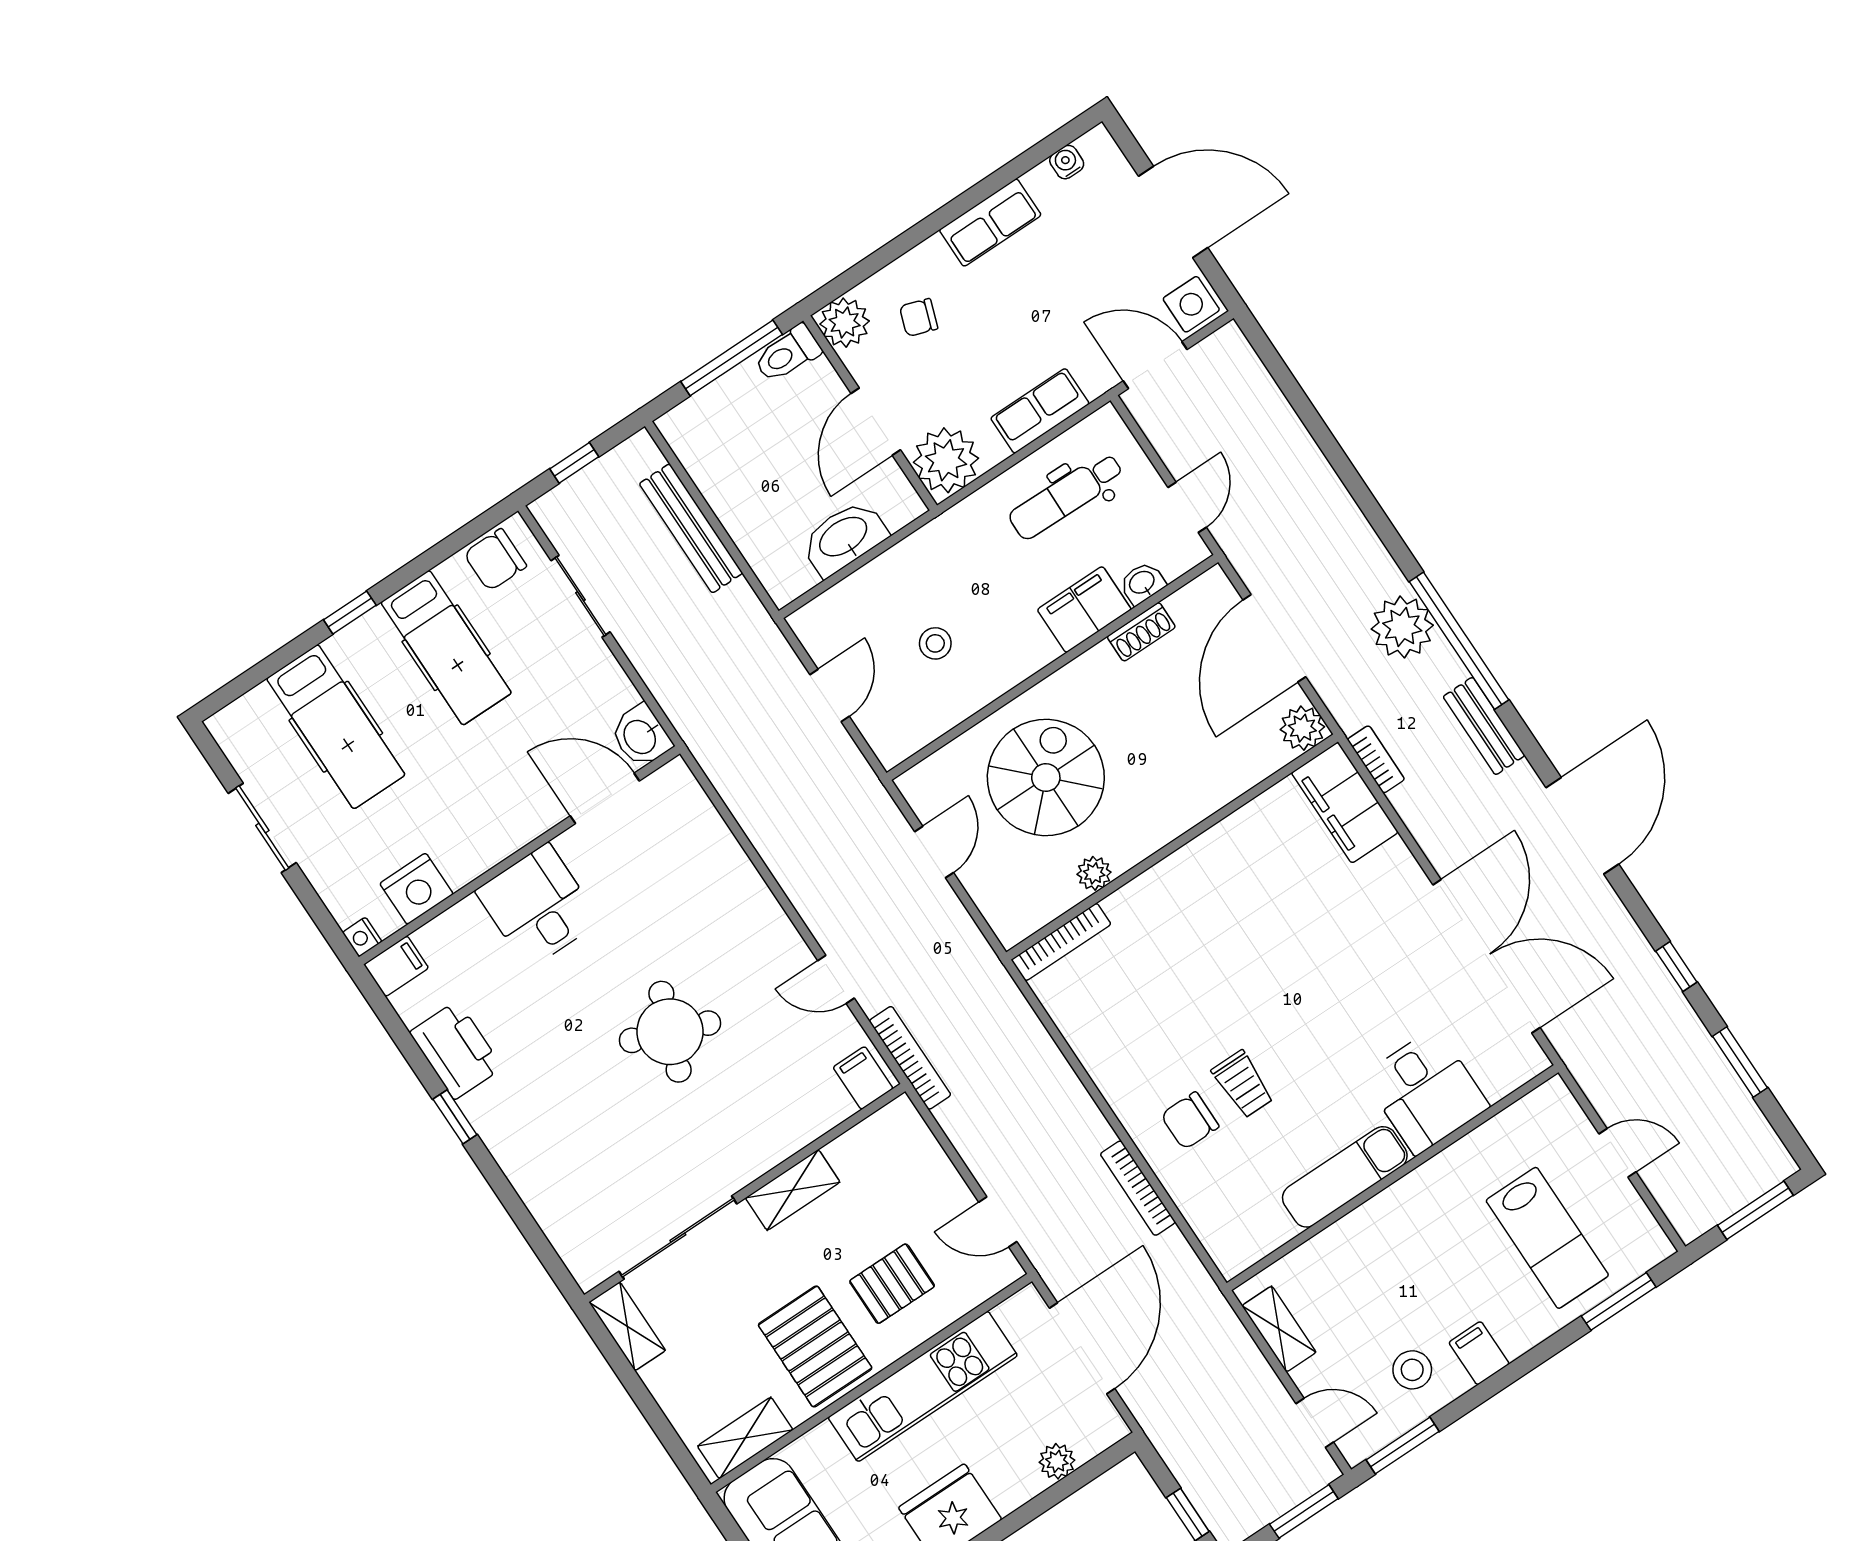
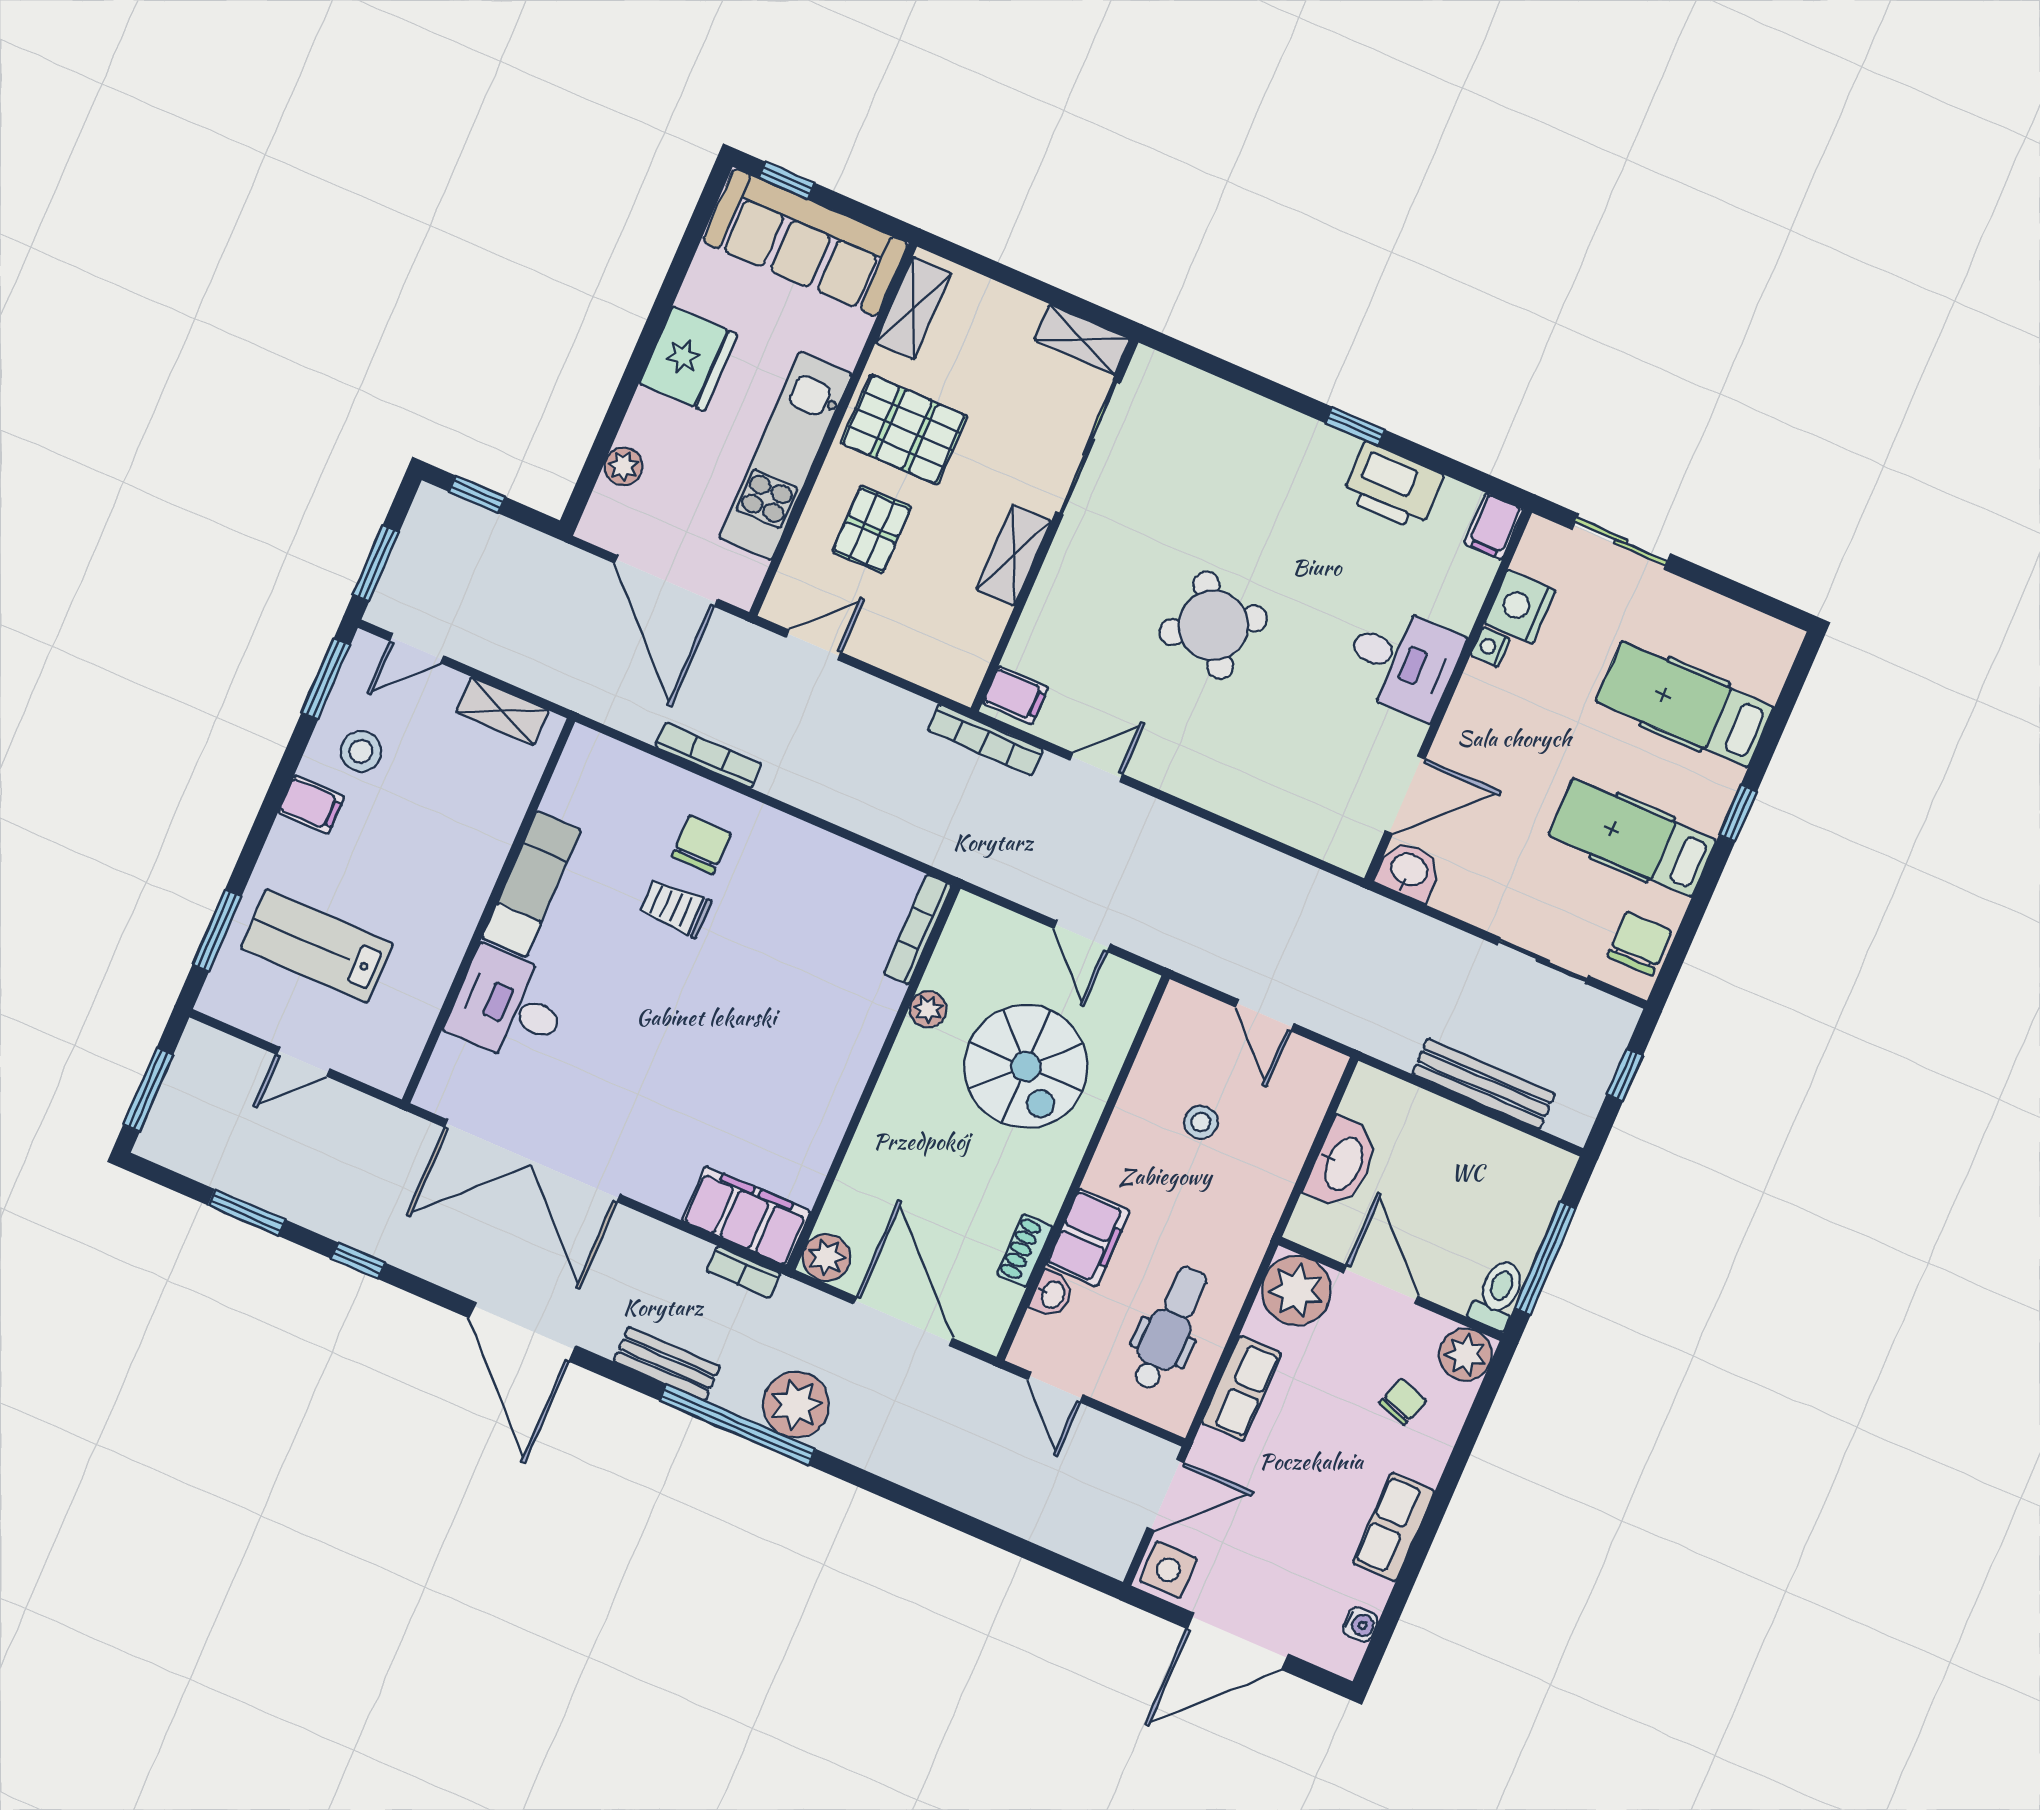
sliding door: (262, 828) -> (1621, 541), moved
nightstand: (362, 937) -> (1490, 647), moved, turned -90
round table: (670, 1032) -> (1213, 625), turned 36

